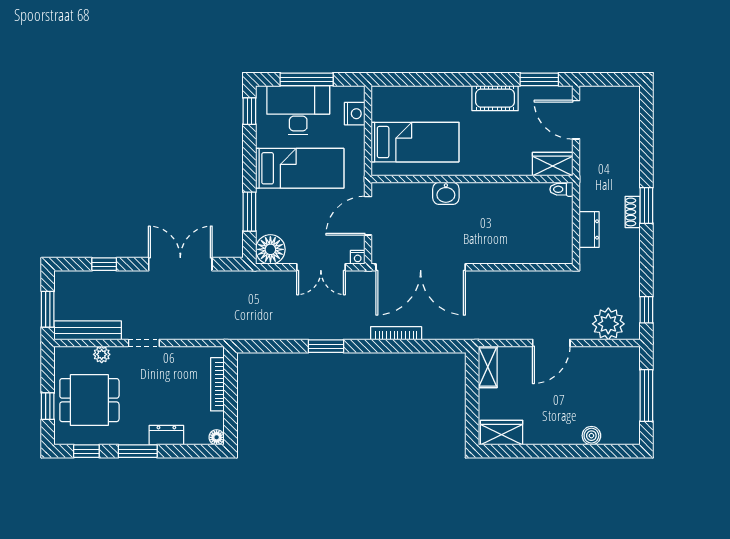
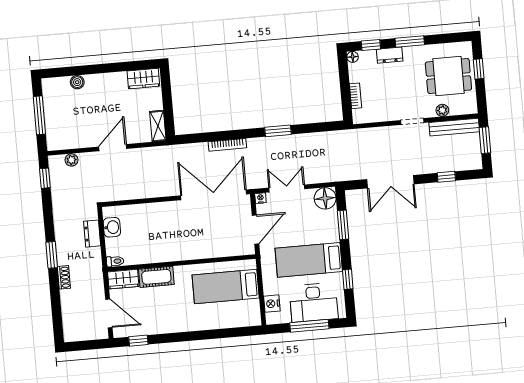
window: (539, 79) -> (138, 341), width x0.67
cot: (495, 98) -> (156, 277), moved
window: (249, 111) -> (348, 279), moved
washbasin: (446, 193) -> (112, 227), moved, turned 90
shoe rack: (633, 212) -> (64, 277), moved
plant: (608, 324) -> (71, 160), width x0.53, depth x0.53
bookcase: (217, 384) -> (355, 96), width x0.64
window: (86, 451) -> (371, 45), moved

